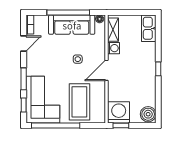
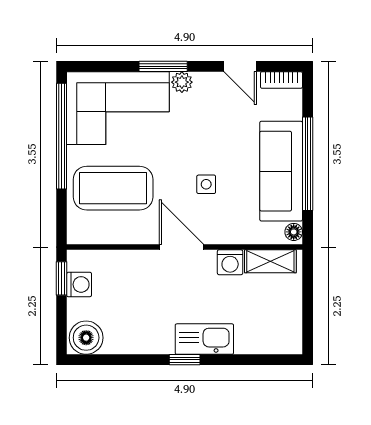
kitchen sink: (149, 28) -> (204, 339), moved
plant: (31, 70) -> (182, 82), added
window: (24, 105) -> (106, 66), removed
washing machine: (119, 112) -> (79, 284), width x0.53, depth x0.53

